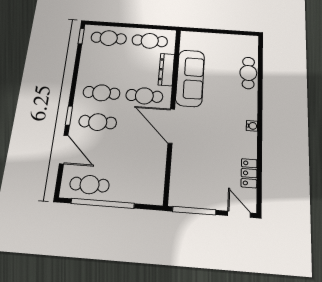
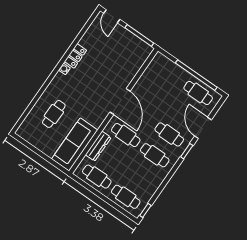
cafe table: (248, 73) -> (54, 114), moved
sofa: (190, 78) -> (75, 144), moved
locker: (249, 173) -> (76, 56), moved

